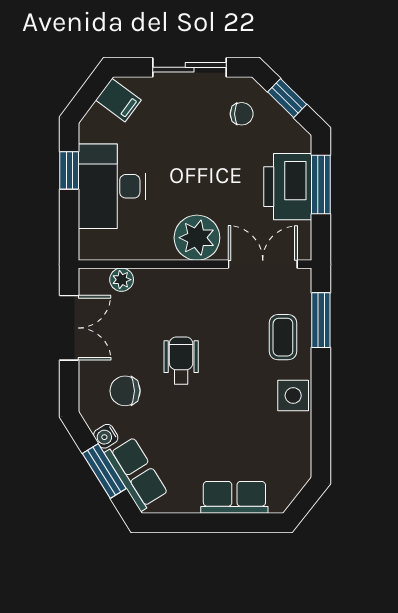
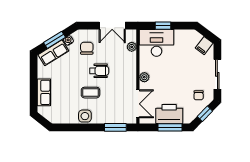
window: (69, 170) -> (163, 26), moved
desk: (112, 186) -> (157, 43), moved
plant: (197, 238) -> (144, 77), width x0.53, depth x0.53
coffee table: (283, 337) -> (90, 93), moved

